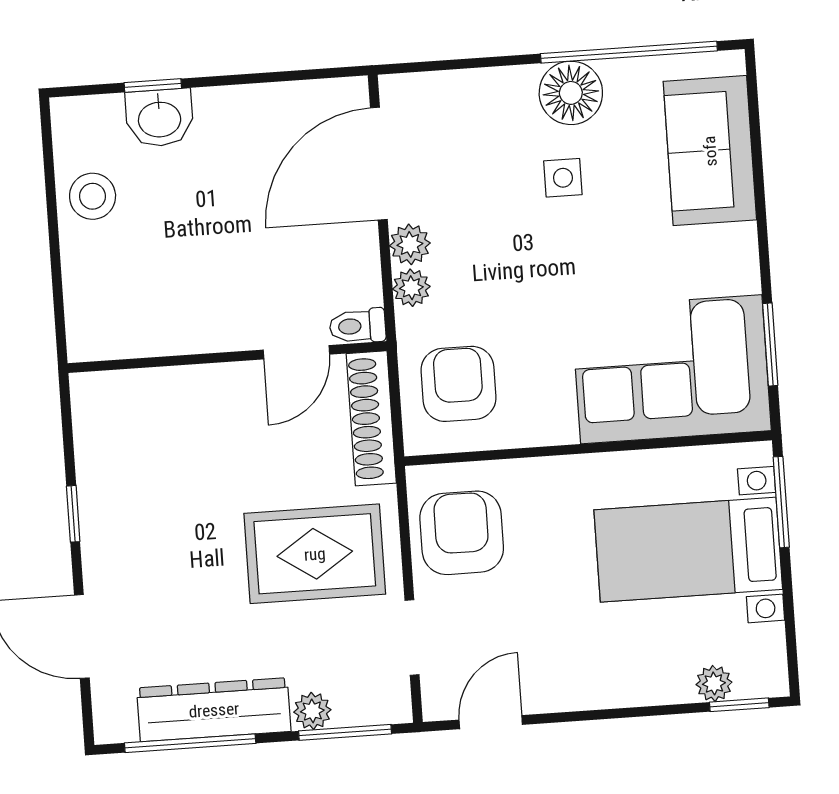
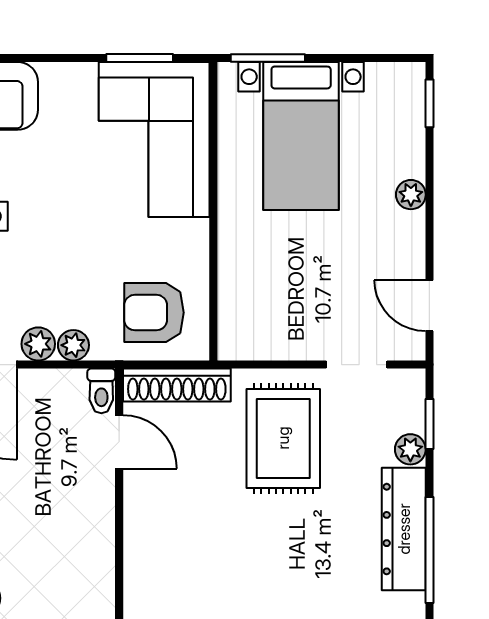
armchair: (462, 533) -> (275, 318), removed
plant: (714, 683) -> (411, 195), moved
window: (345, 732) -> (430, 424), width x0.67

